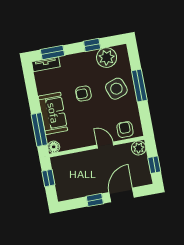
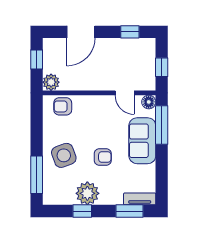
plant: (107, 58) -> (87, 193), moved
window: (139, 86) -> (37, 175), moved
armchair: (125, 130) -> (63, 106), turned 90
door: (105, 145) -> (125, 93), moved
window: (95, 200) -> (130, 32), moved

